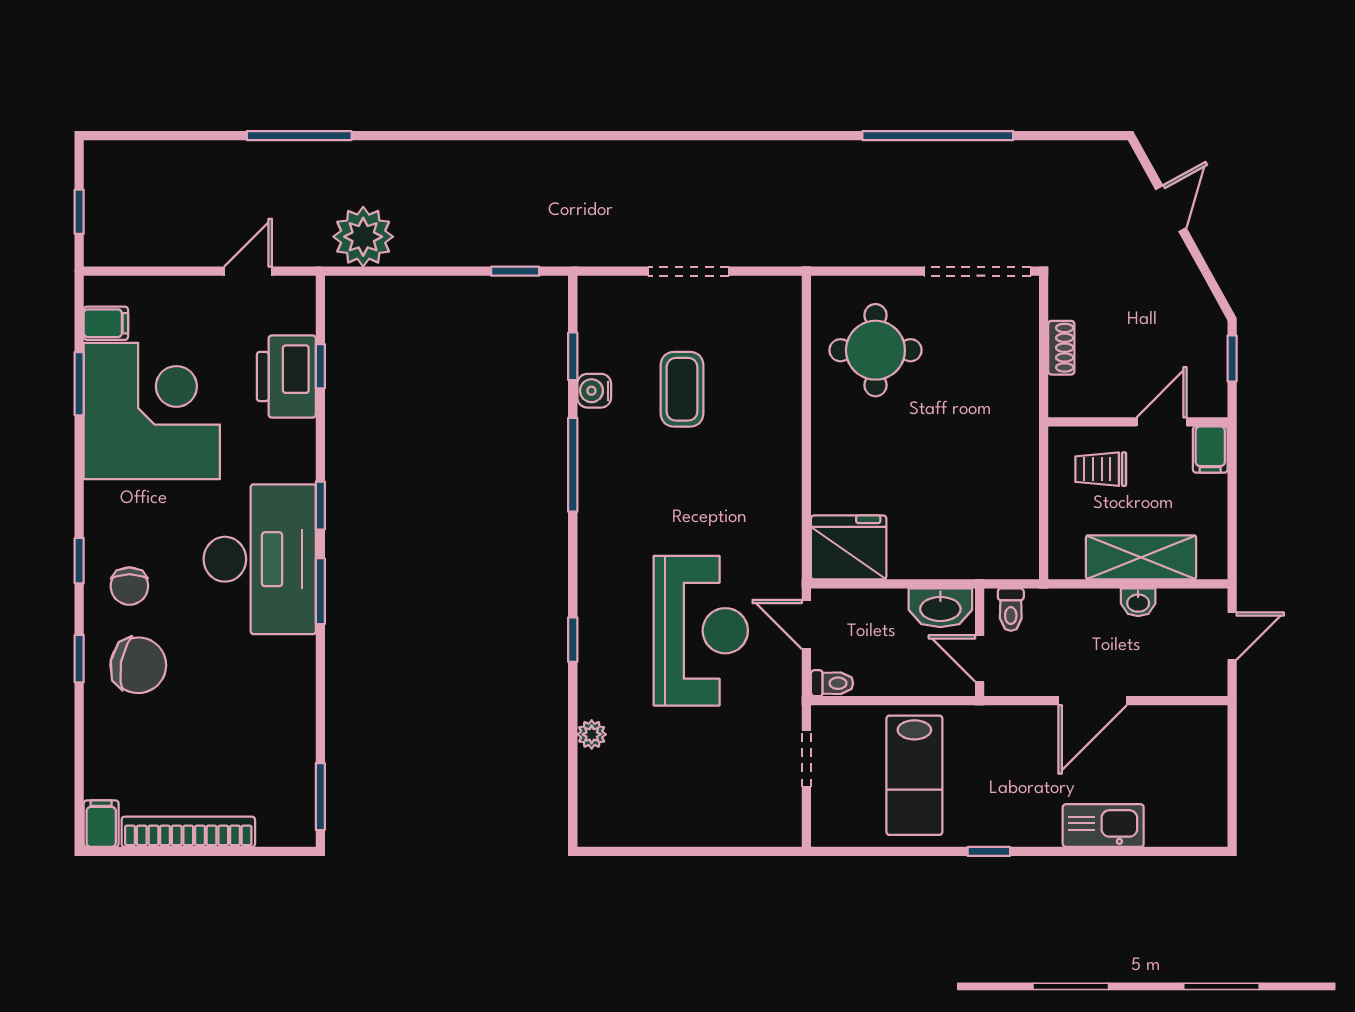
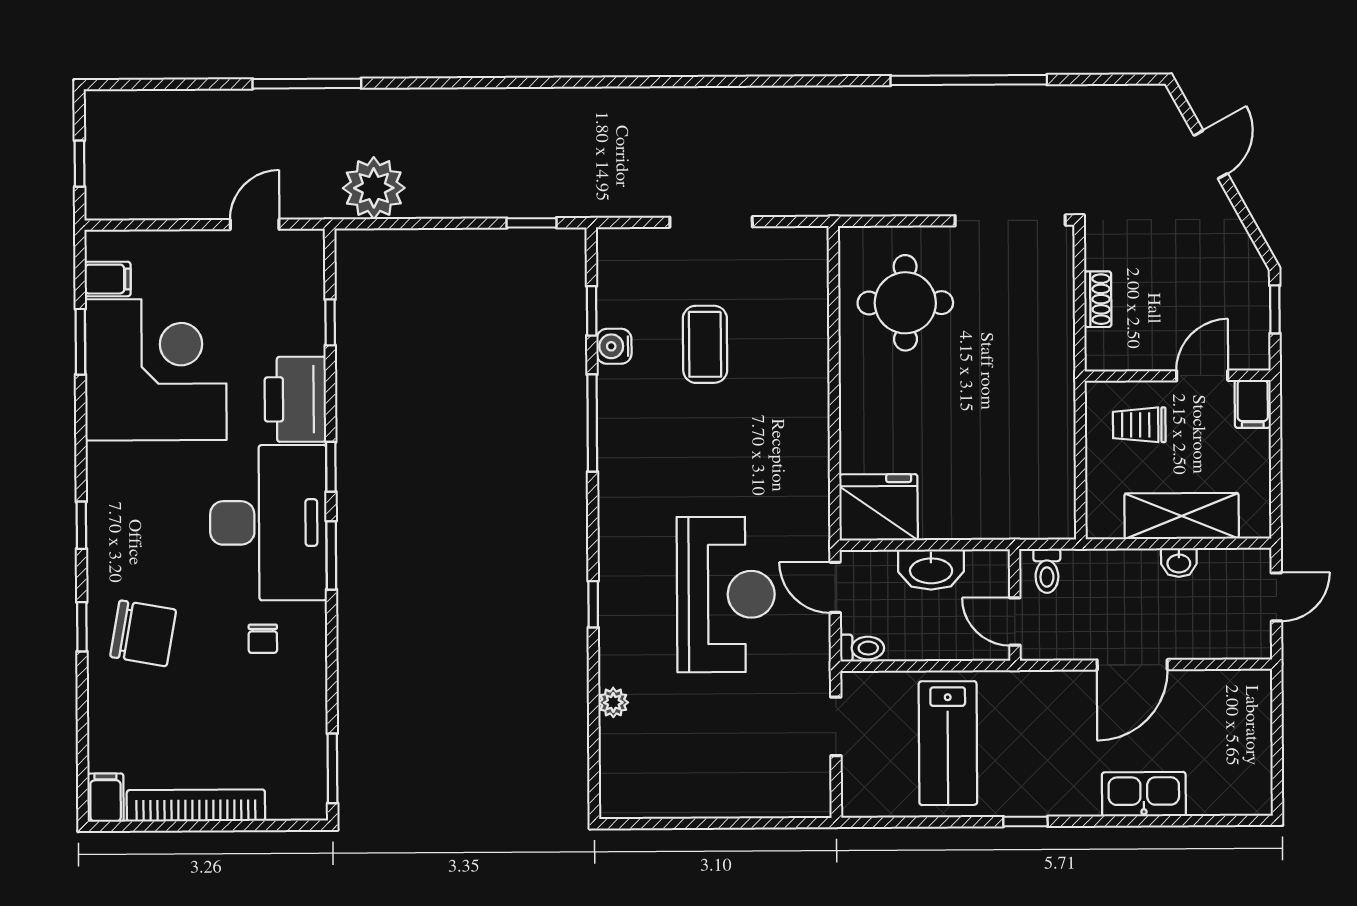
printer: (286, 376) -> (295, 399), moved
chair: (129, 586) -> (263, 639), moved, width x0.73, depth x0.73
washbasin: (940, 608) -> (931, 570), moved

